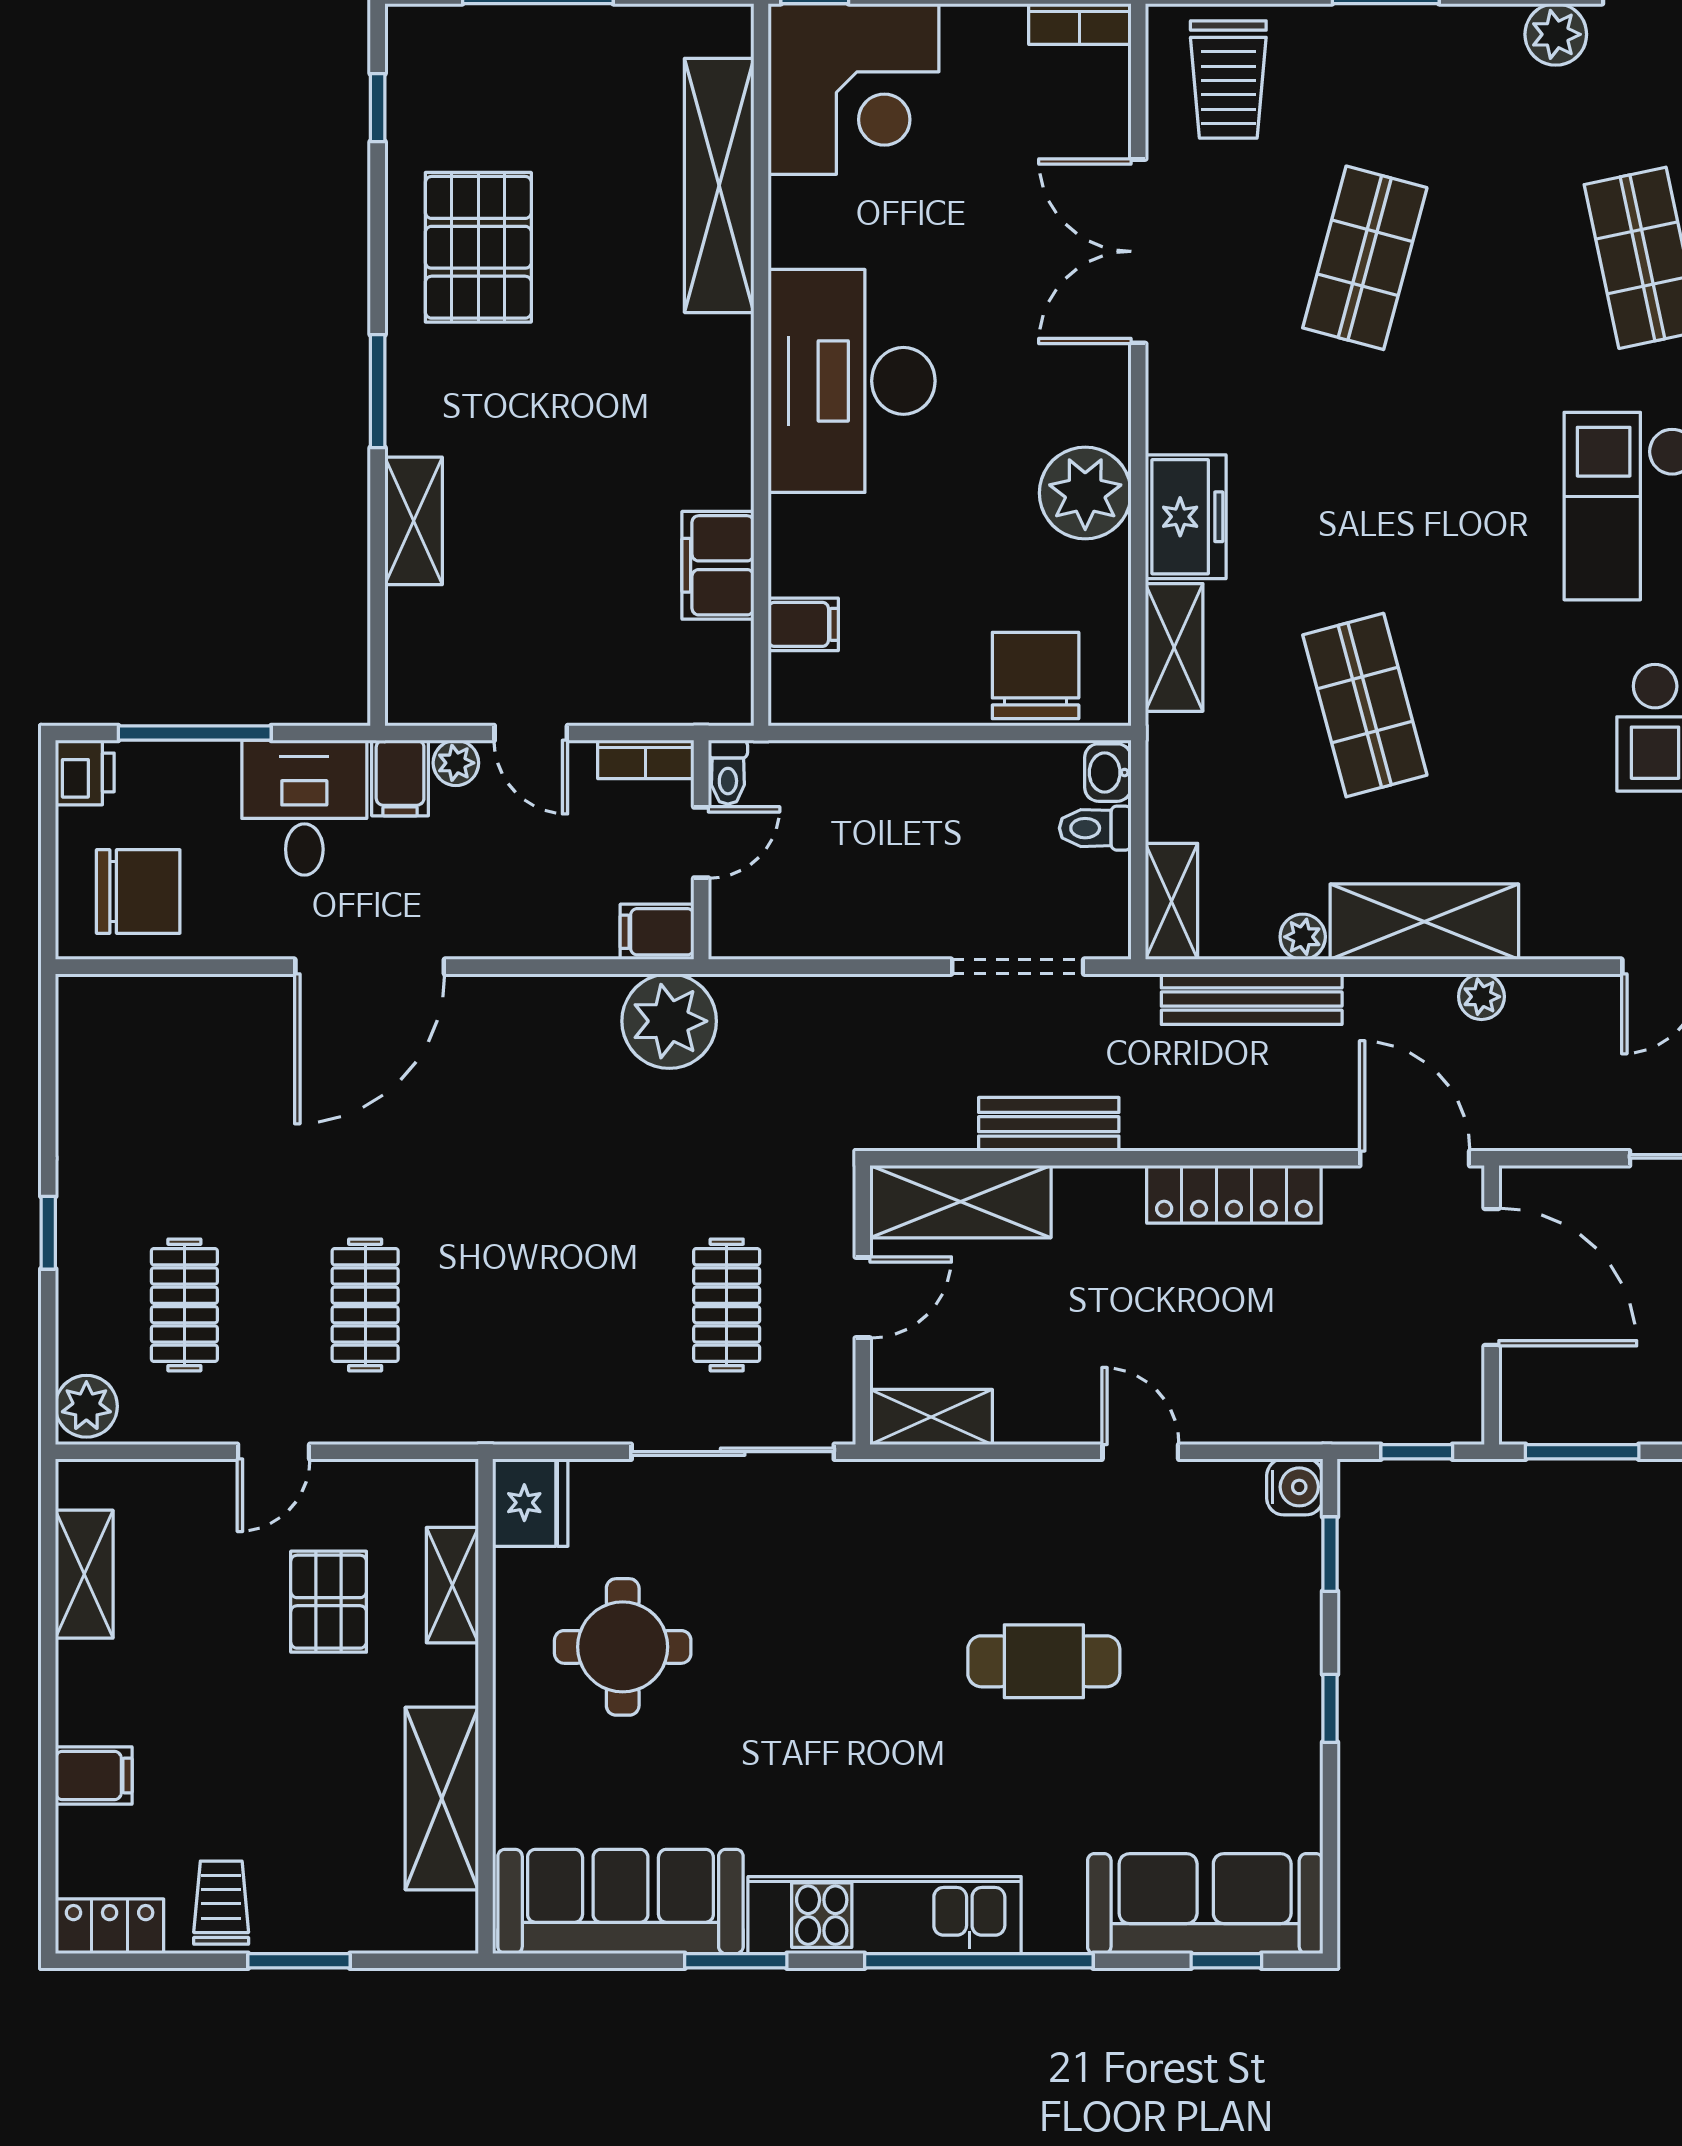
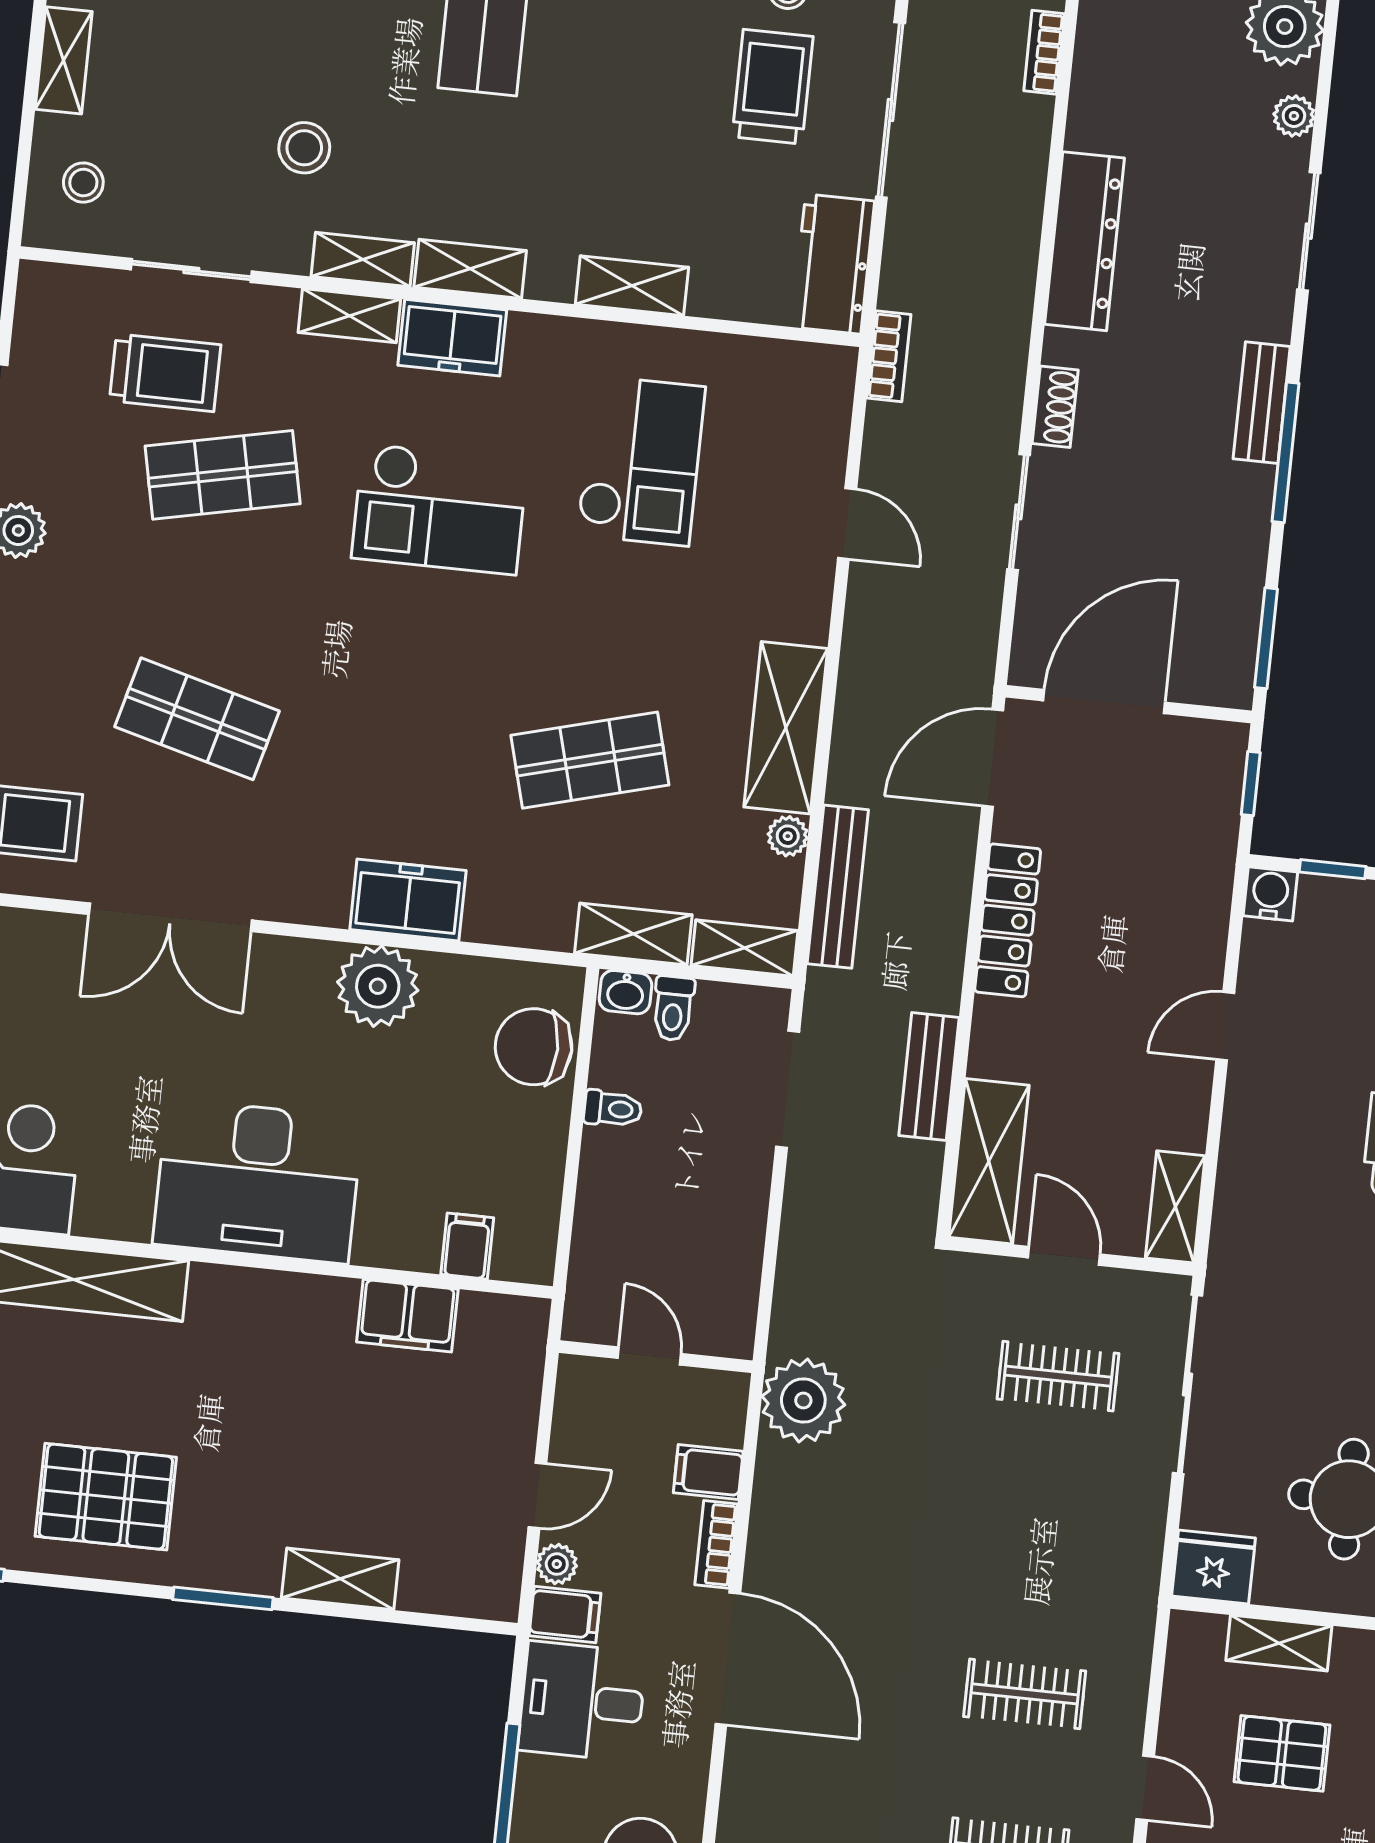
shelving: (1174, 647) -> (633, 934), moved
bookcase: (646, 759) -> (716, 1544), moved, turned 180
toilet: (728, 772) -> (613, 1109), moved
filing cabinet: (657, 932) -> (708, 1472), moved, turned 90
plant: (1481, 997) -> (857, 685), removed

